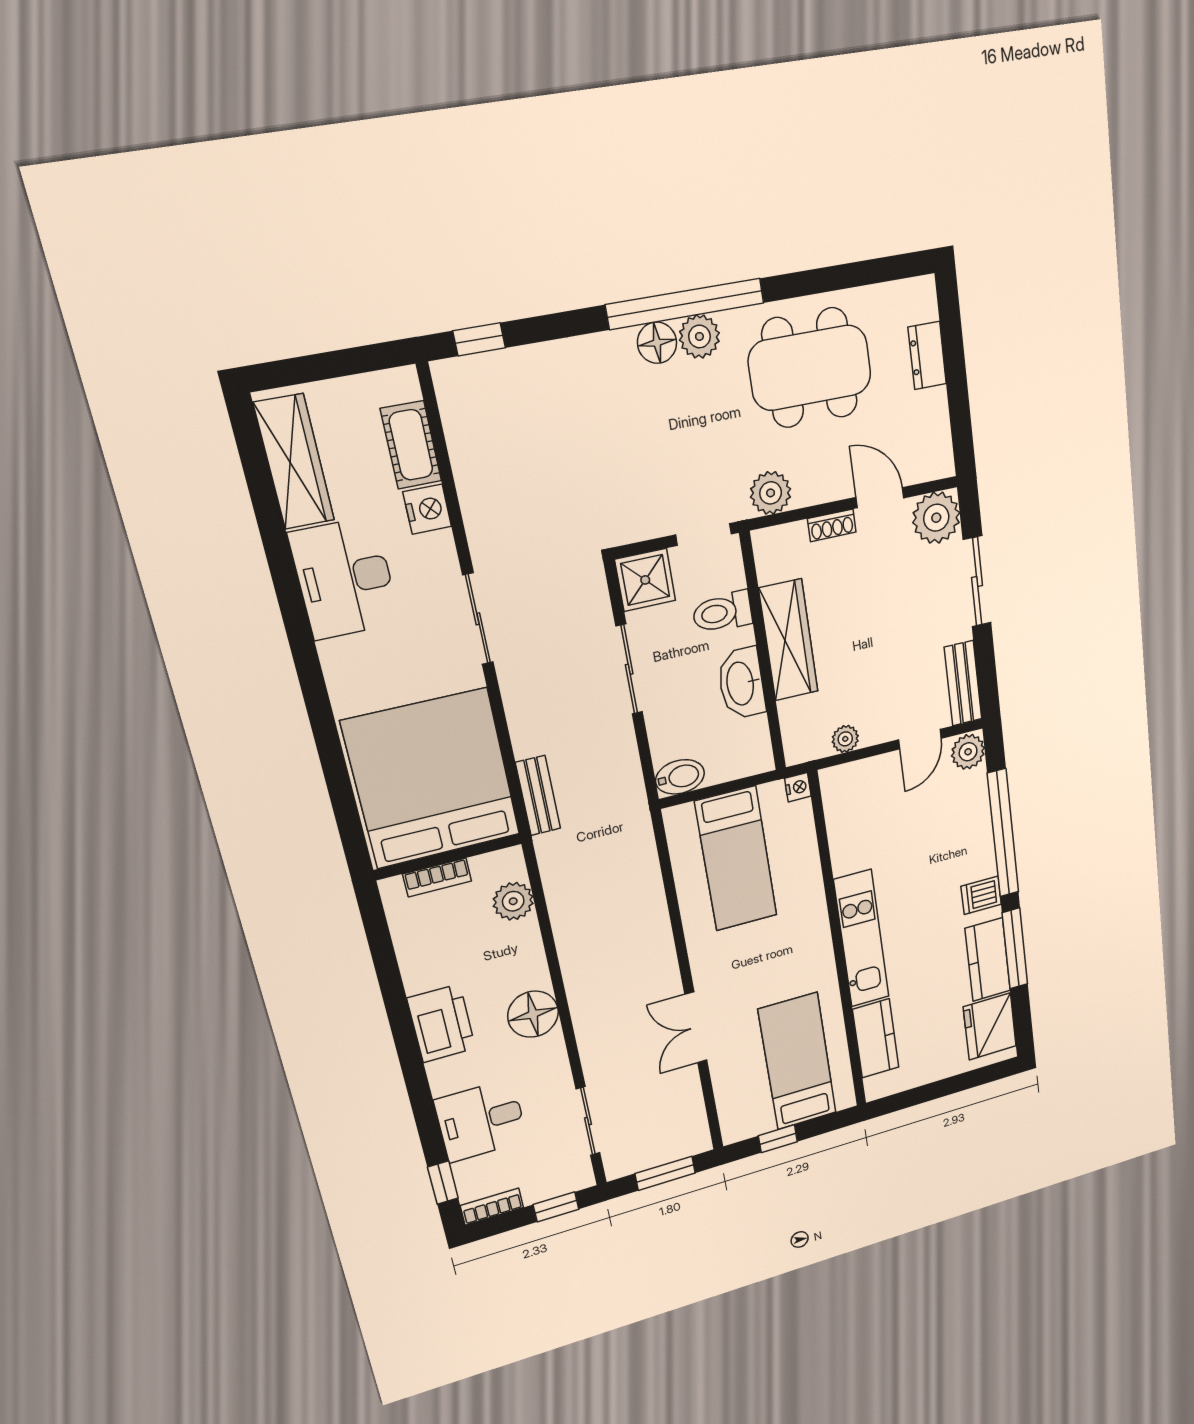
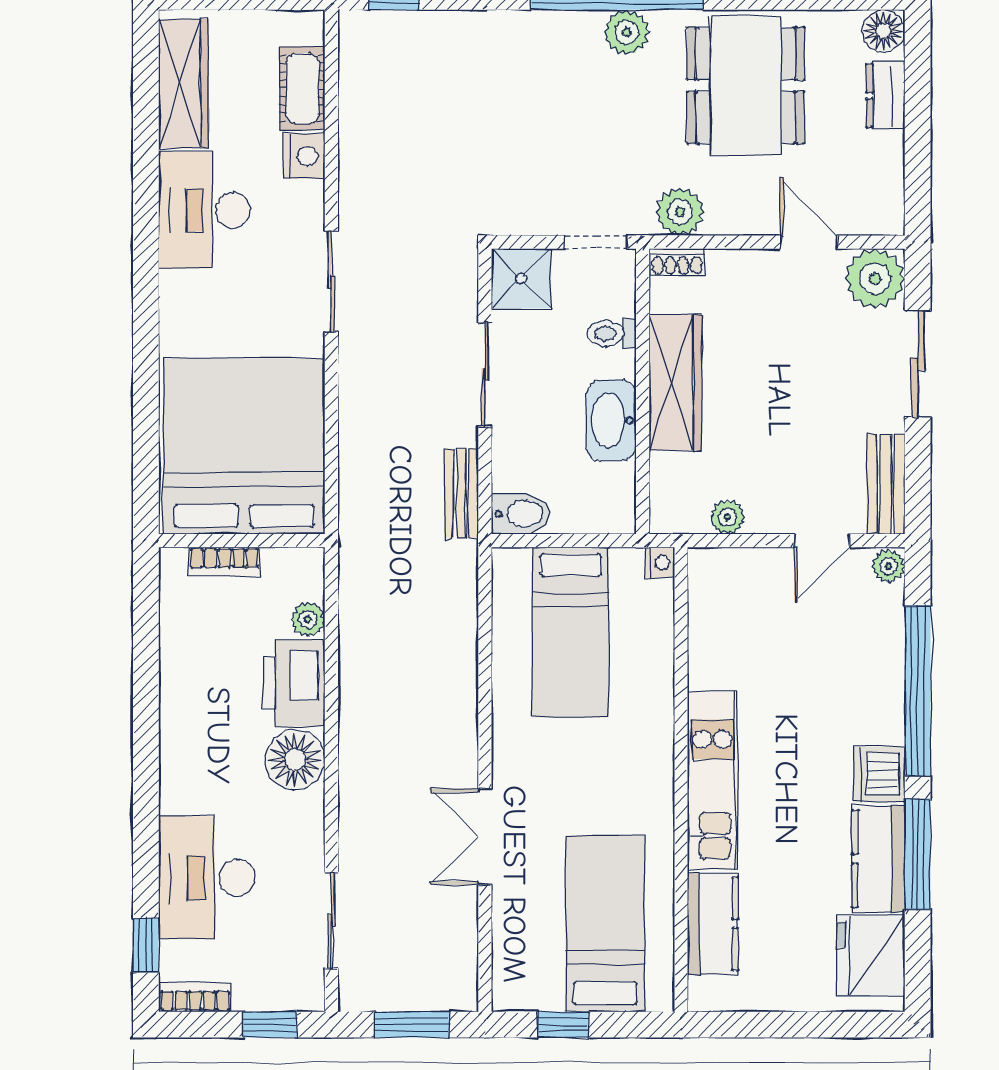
floor lamp: (657, 343) -> (884, 31), moved
dining table: (810, 368) -> (746, 86), turned 90
shoe rack: (832, 525) -> (677, 262), moved
toilet: (722, 612) -> (612, 333), width x0.73, depth x0.72
plant: (968, 752) -> (889, 566), width x0.73, depth x0.73
bench: (538, 796) -> (461, 493), moved
dishwasher: (981, 895) -> (879, 774), width x1.38
plant: (513, 901) -> (308, 619), width x0.73, depth x0.73
printer: (441, 1023) -> (294, 683), moved, turned 180
desk: (481, 1121) -> (207, 878), width x1.37

